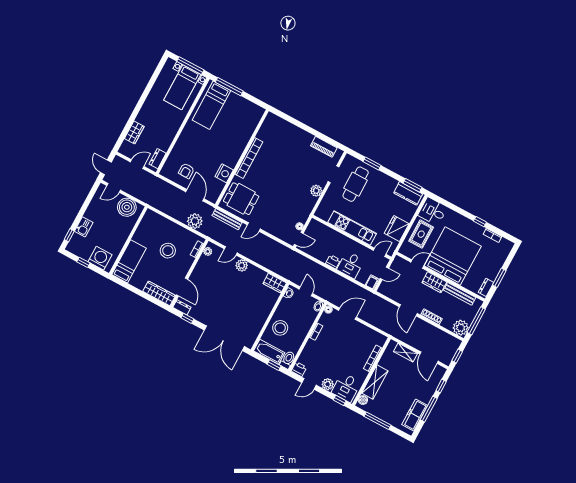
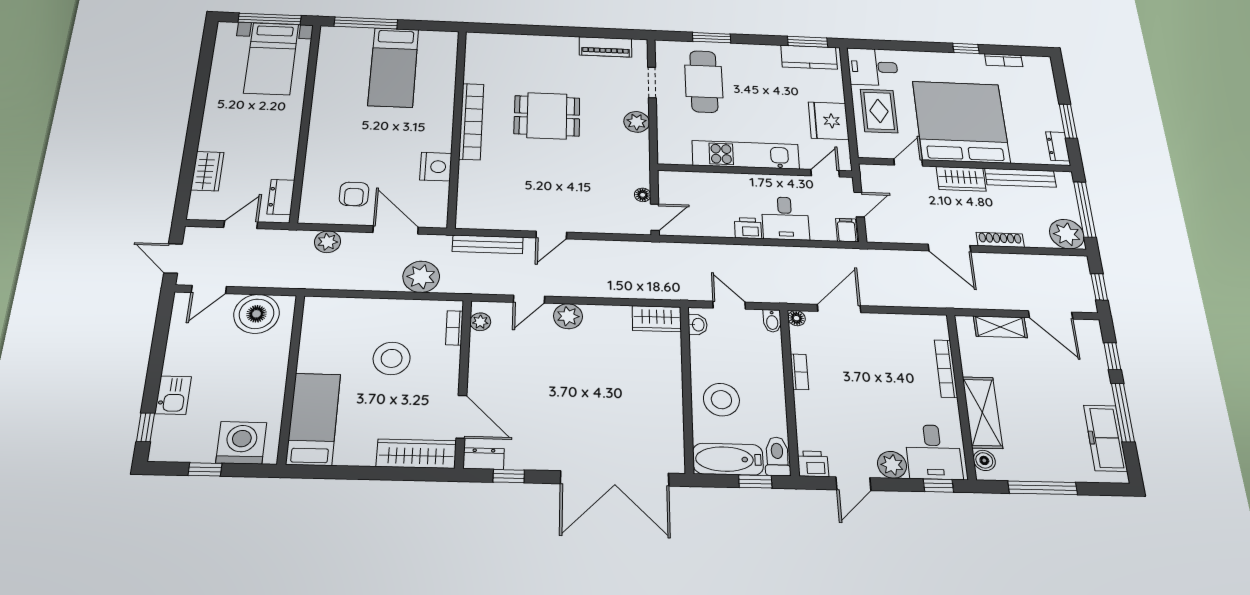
bed: (211, 105) -> (393, 67), moved
plant: (167, 188) -> (327, 242), added
dining table: (241, 199) -> (547, 116), moved

